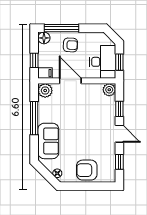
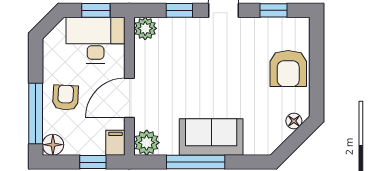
sofa: (48, 141) -> (211, 137), moved

